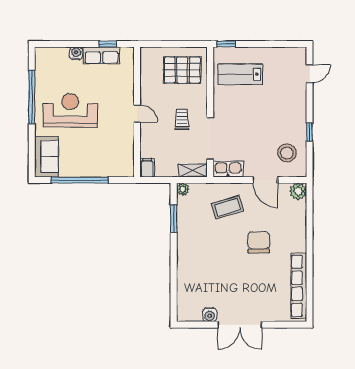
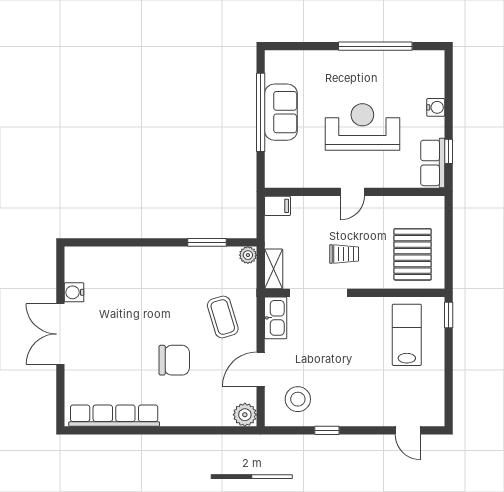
row of seats: (102, 56) -> (433, 163), moved
reception desk: (70, 110) -> (362, 127), moved, turned -90
sofa: (46, 157) -> (281, 112), moved, turned -90

